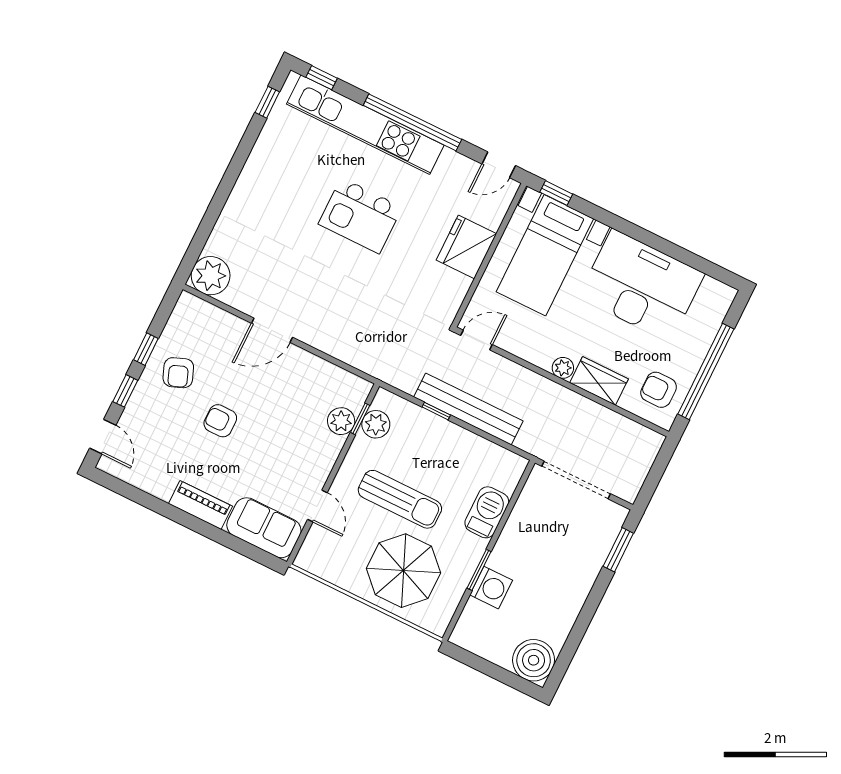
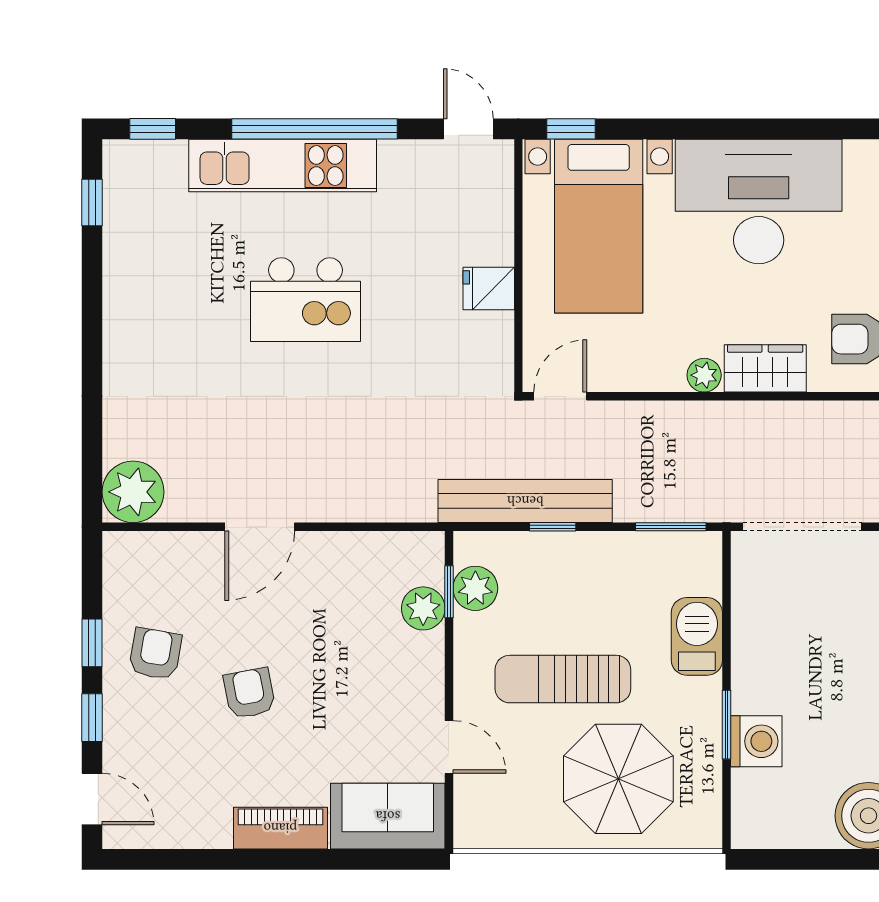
kitchen unit: (365, 125) -> (283, 166), width x0.73
door: (499, 165) -> (468, 129), swing flipped
fridge: (466, 247) -> (489, 288), width x0.53, depth x0.75
armchair: (178, 373) -> (155, 654), turned -149
bench: (468, 409) -> (525, 501), moved
armchair: (220, 421) -> (249, 693), turned 79
window: (502, 444) -> (671, 527), added
sun lounger: (400, 499) -> (563, 679), turned 180

